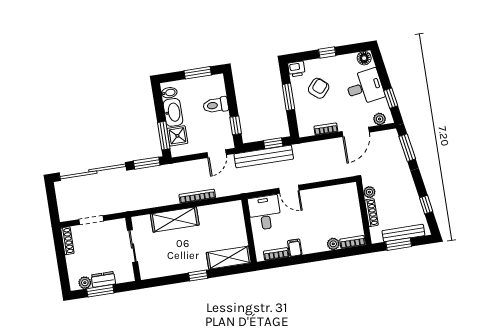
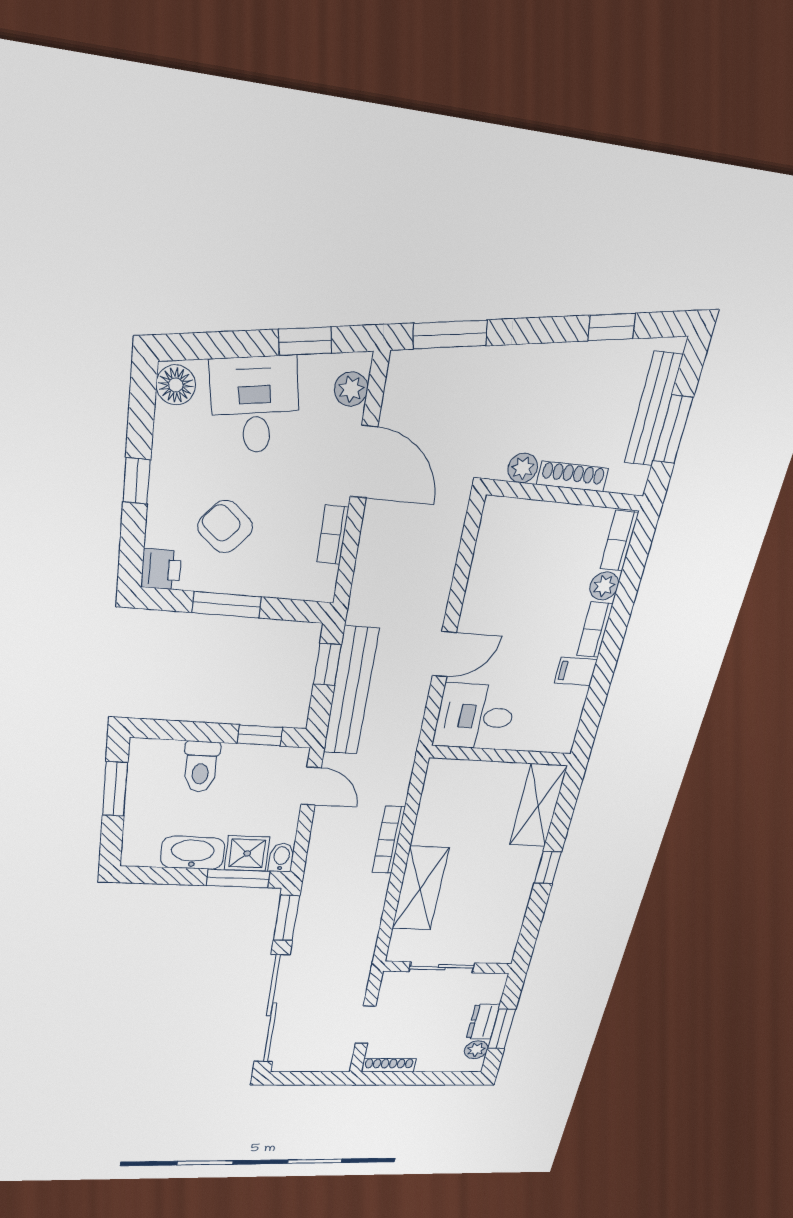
bidet: (169, 93) -> (281, 858), moved
bookcase: (276, 254) -> (595, 630), moved

